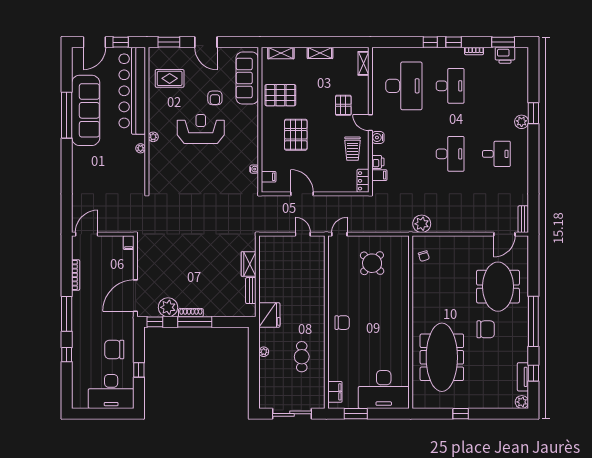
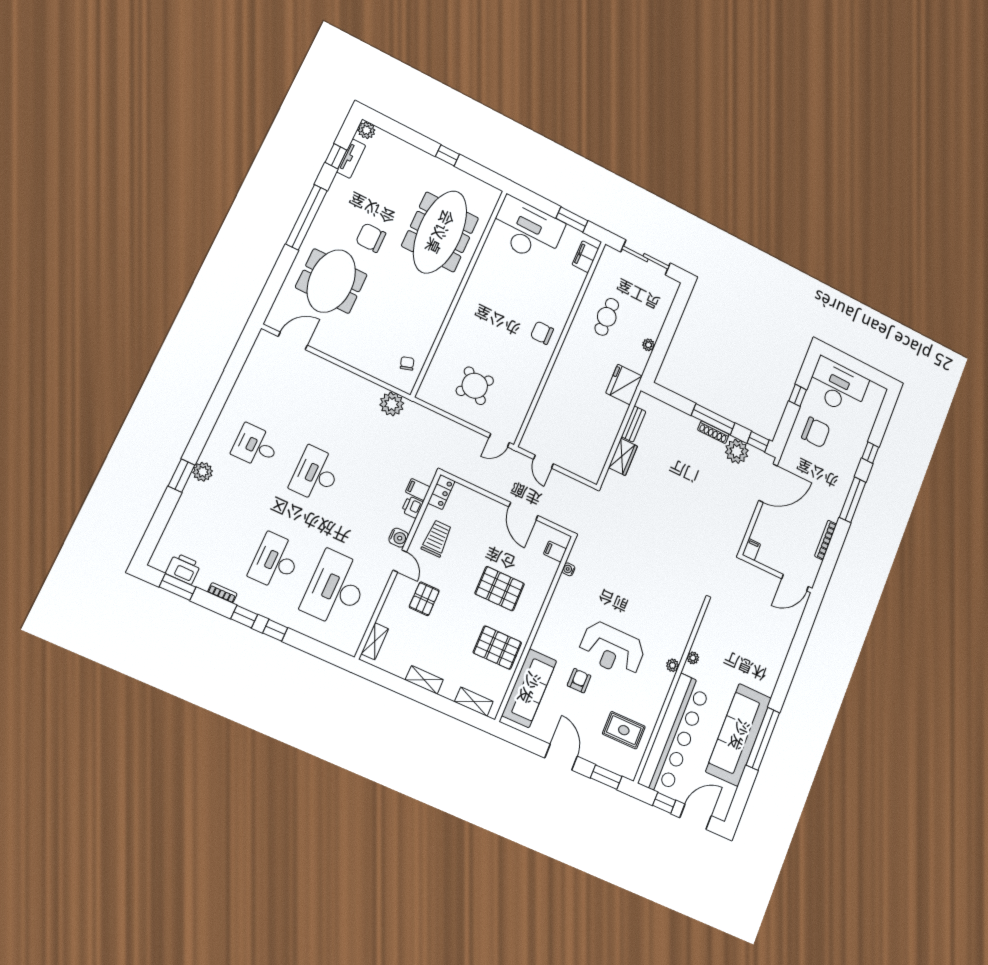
pallet: (296, 135) -> (500, 589), turned 90
bench: (523, 219) -> (260, 348), removed

